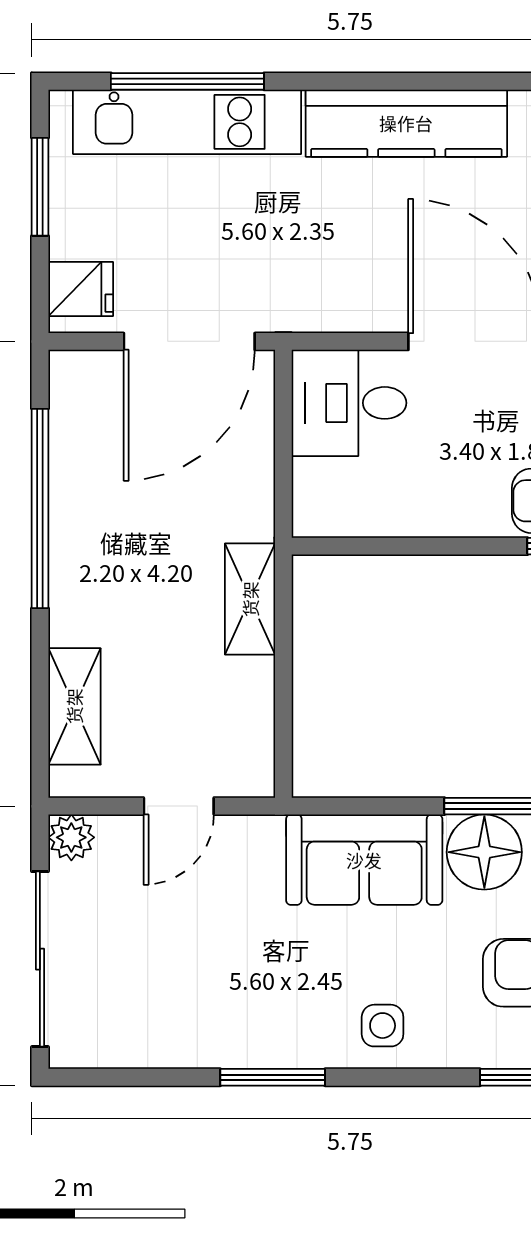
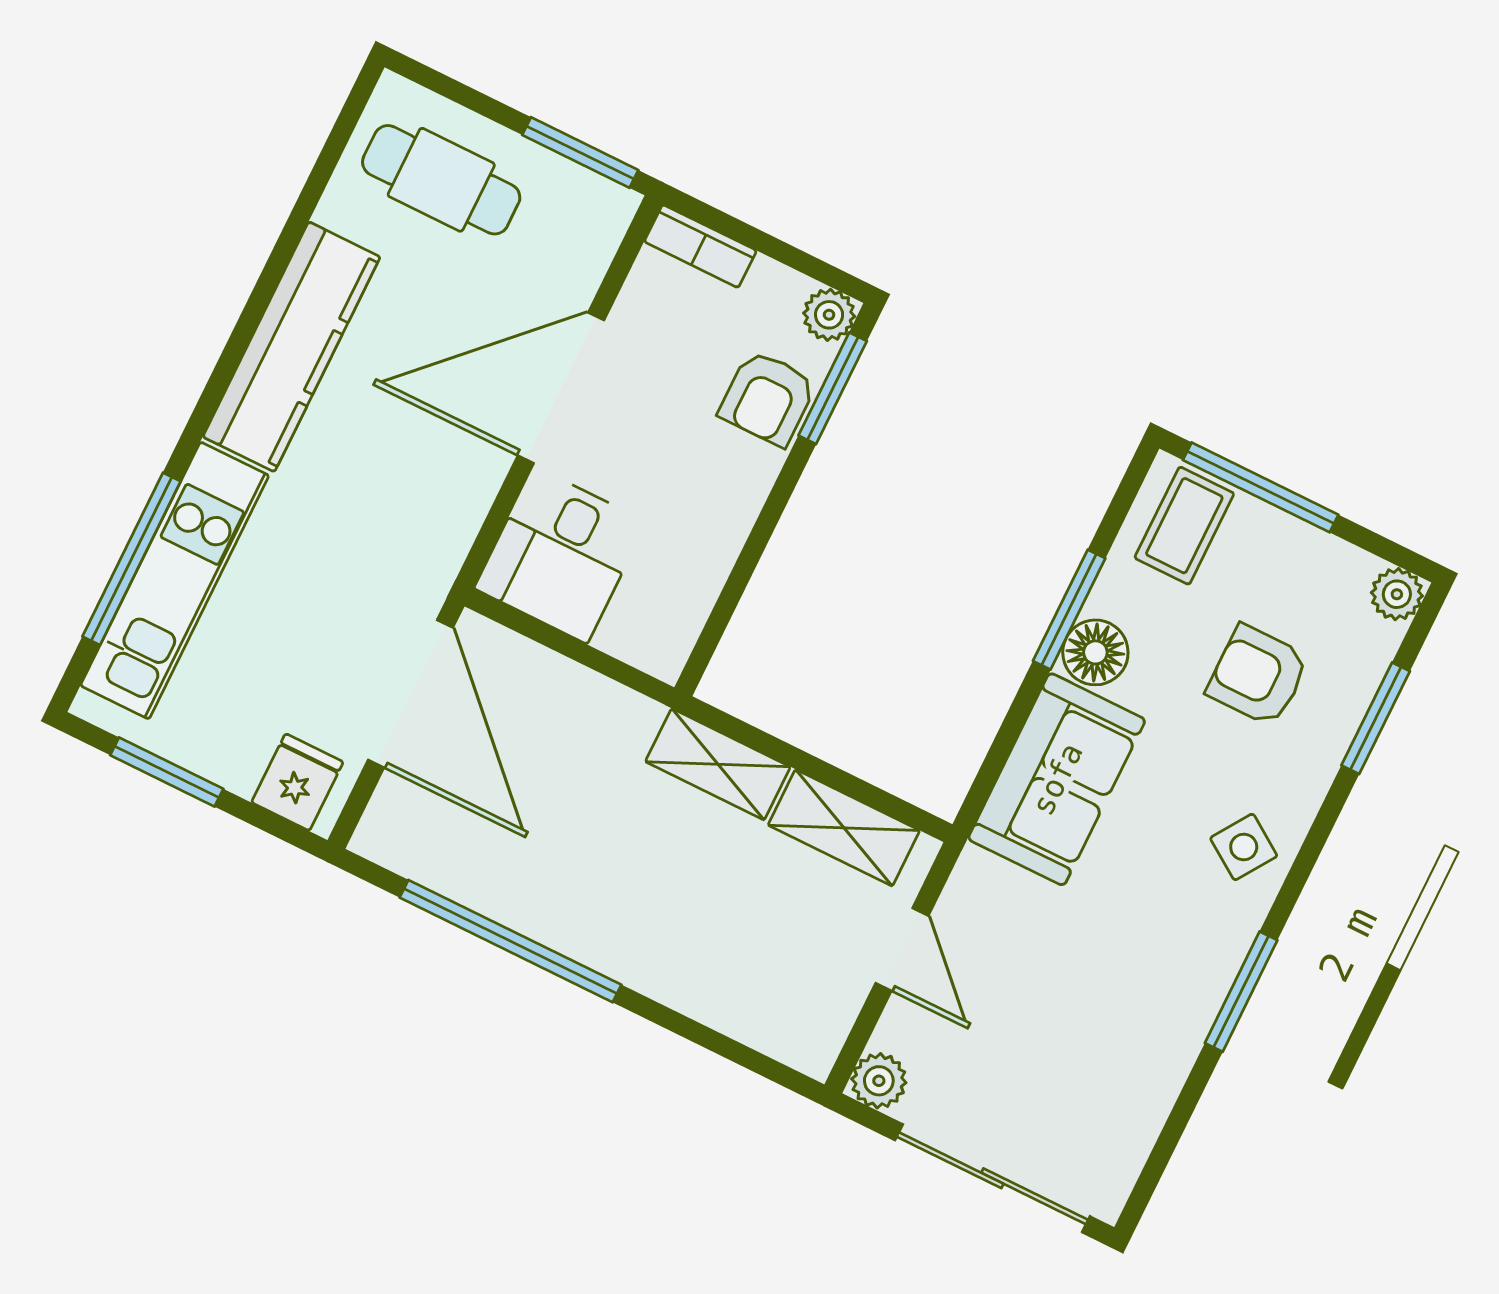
shelving: (74, 706) -> (844, 828), moved
floor lamp: (484, 852) -> (1095, 652), width x0.73, depth x0.73
side table: (383, 1026) -> (1244, 847), turned 34

